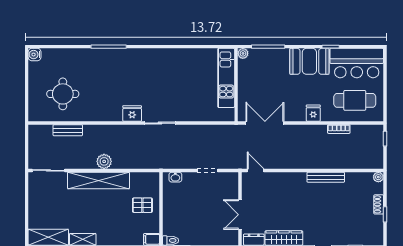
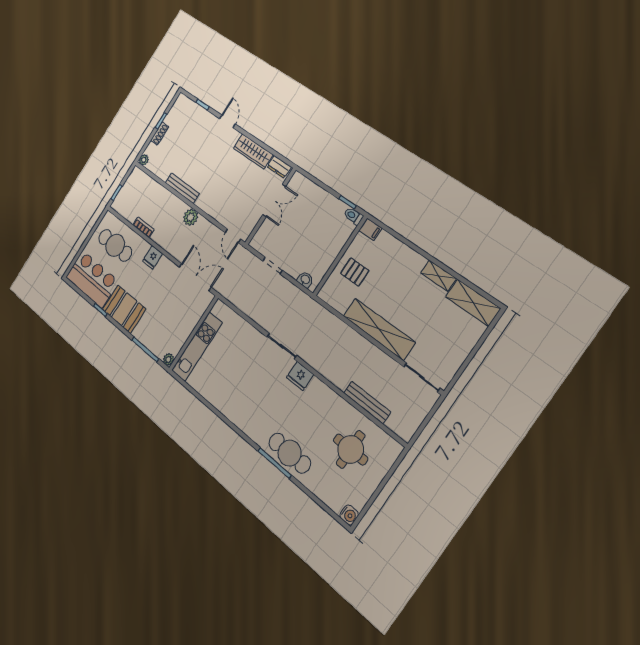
cafe table: (103, 61) -> (290, 453), added
double door: (265, 123) -> (195, 277), swing flipped
bench: (68, 130) -> (367, 402), width x1.36
plant: (104, 161) -> (191, 217), moved

